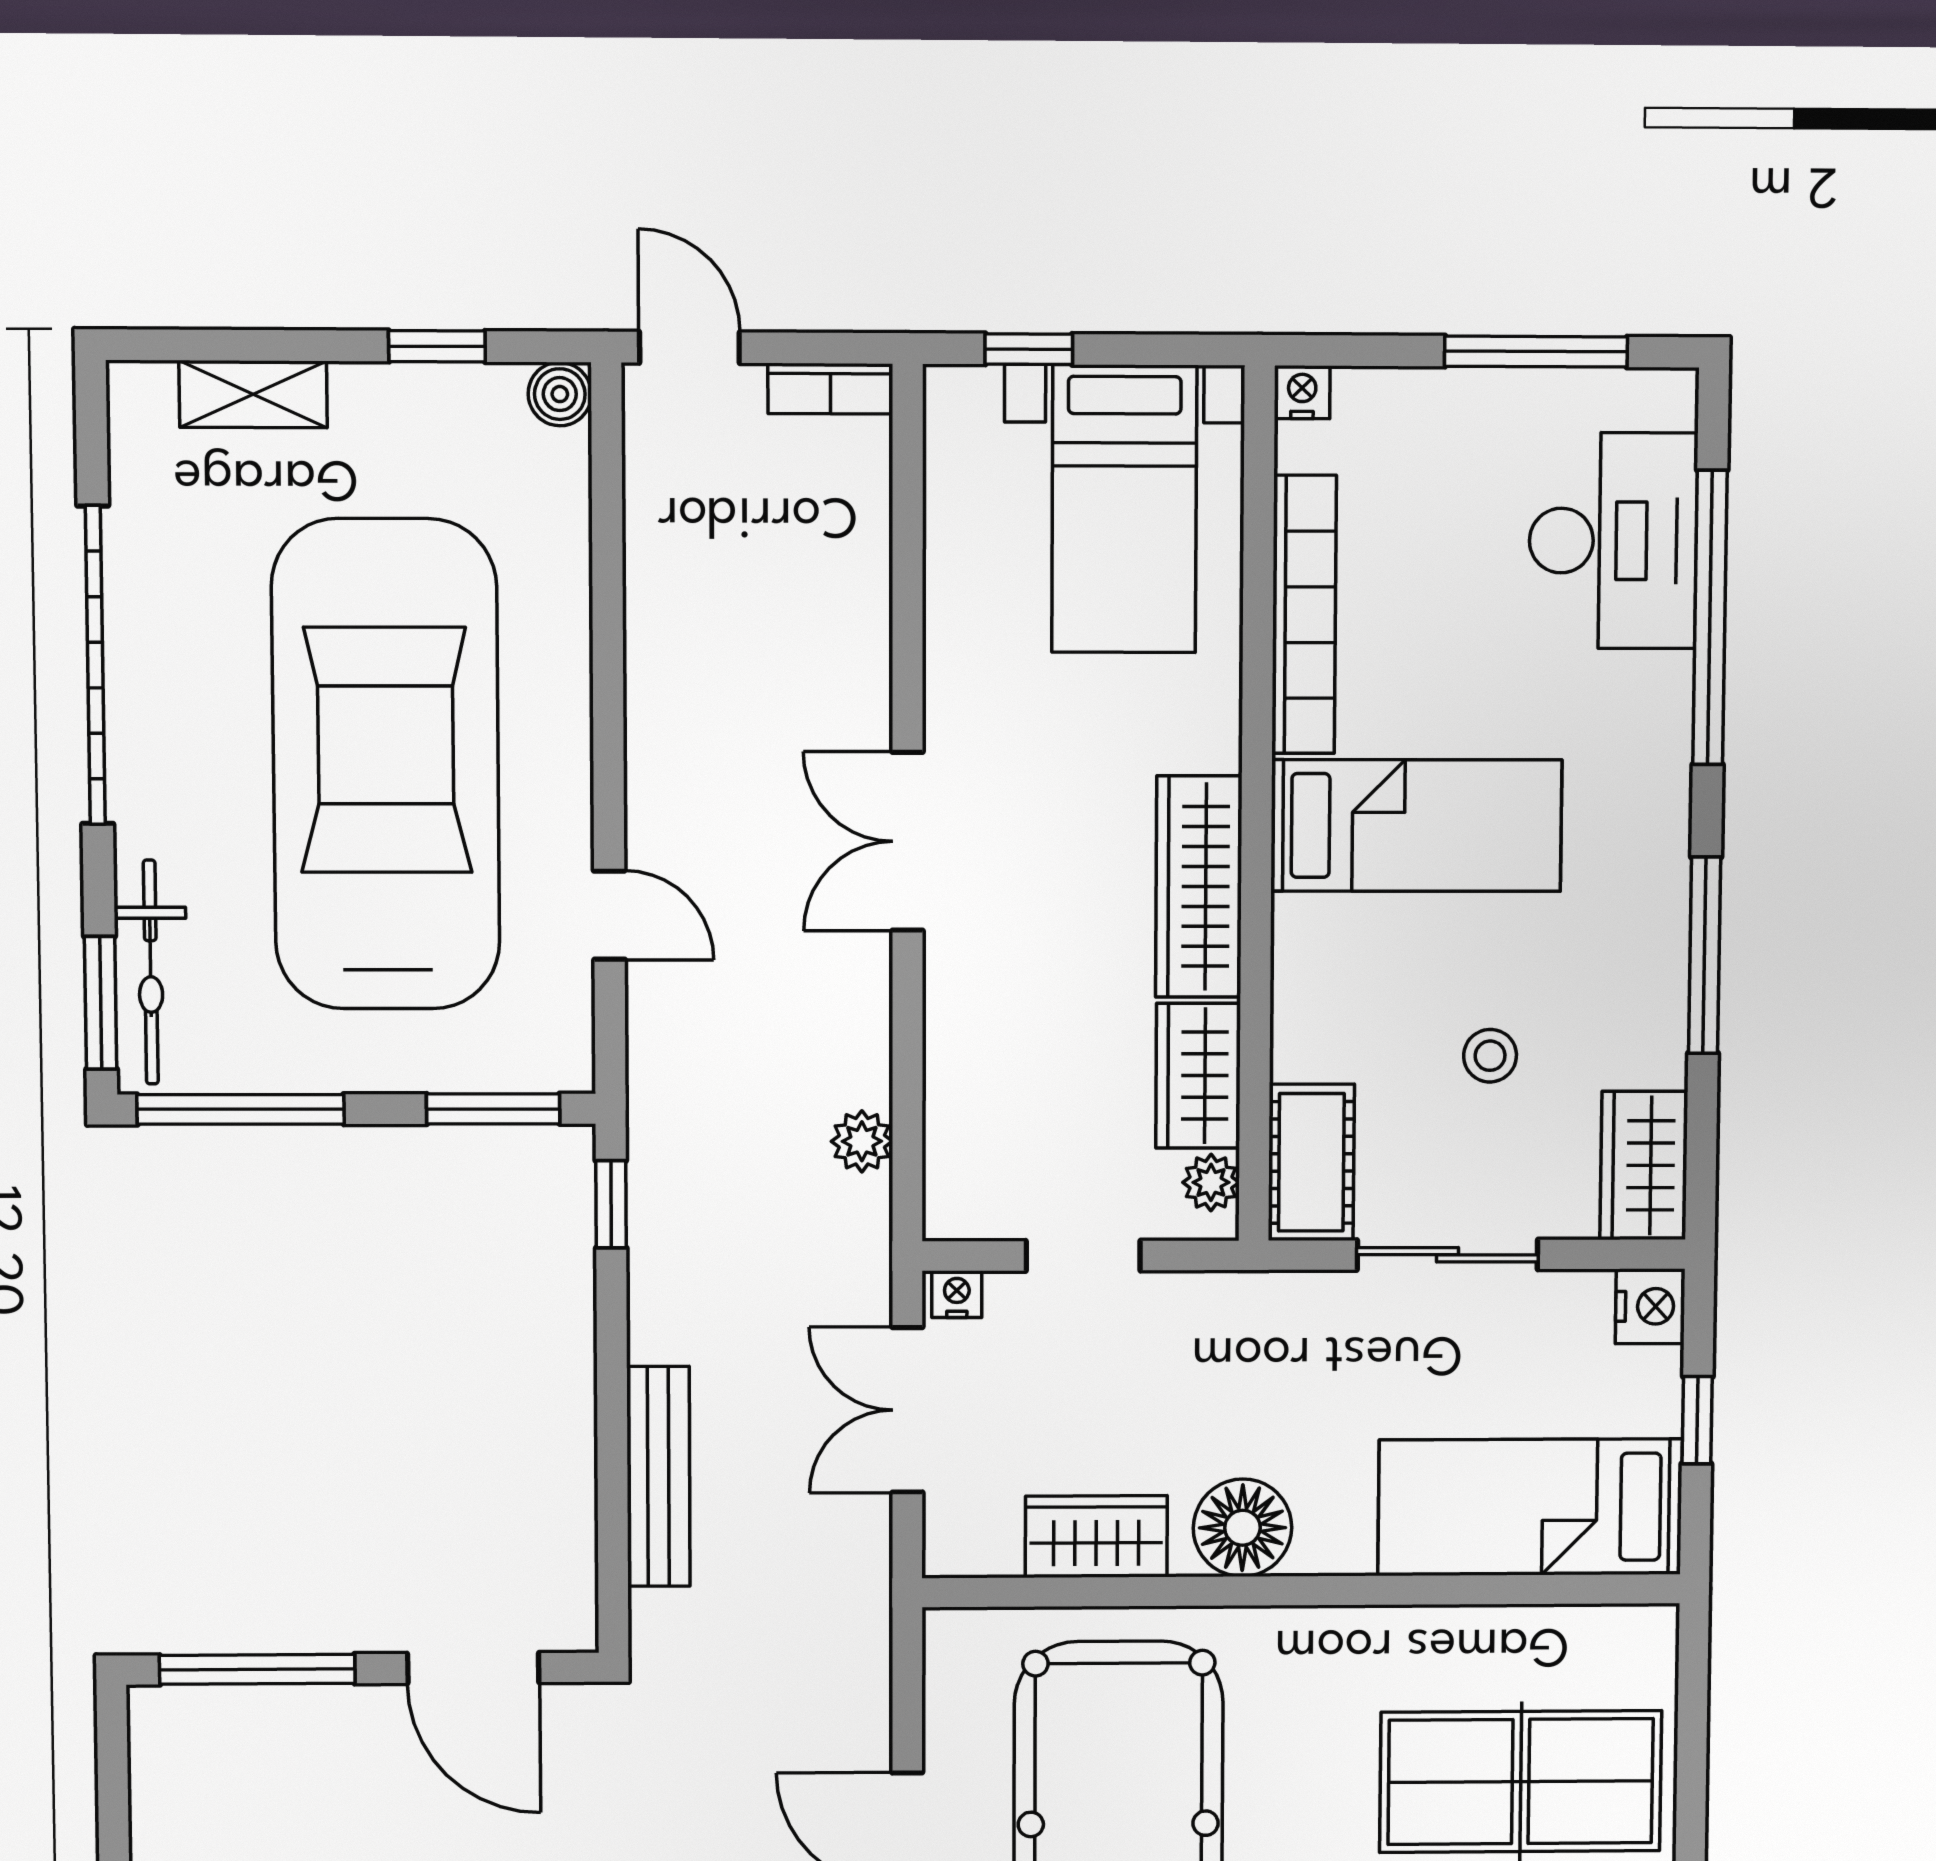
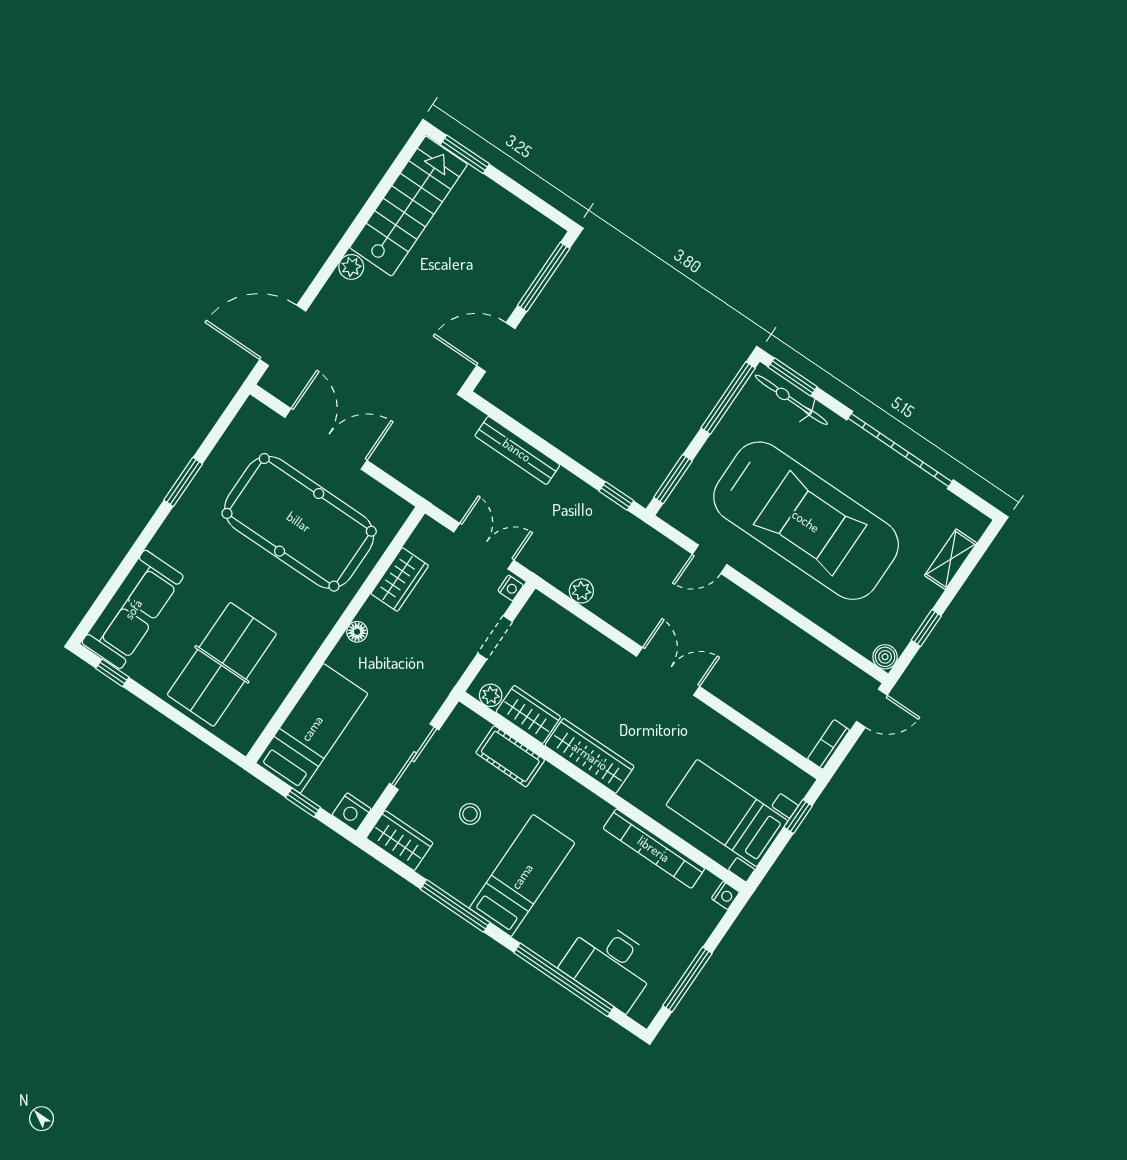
bed: (1416, 825) -> (522, 876), moved, turned 180
cot: (1311, 1162) -> (510, 756), moved
floor lamp: (1242, 1528) -> (357, 632), width x0.53, depth x0.53

